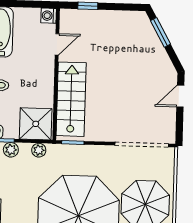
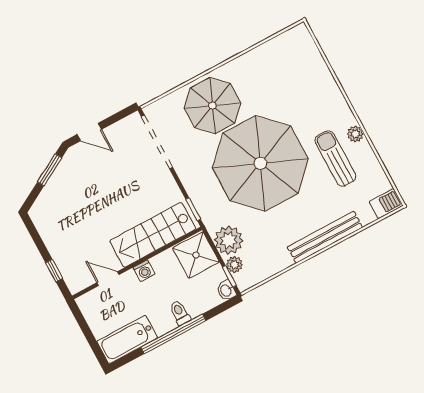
washing machine: (49, 16) -> (144, 271), moved
window: (160, 32) -> (50, 170), moved
plant: (39, 150) -> (229, 240), width x1.88, depth x1.88

